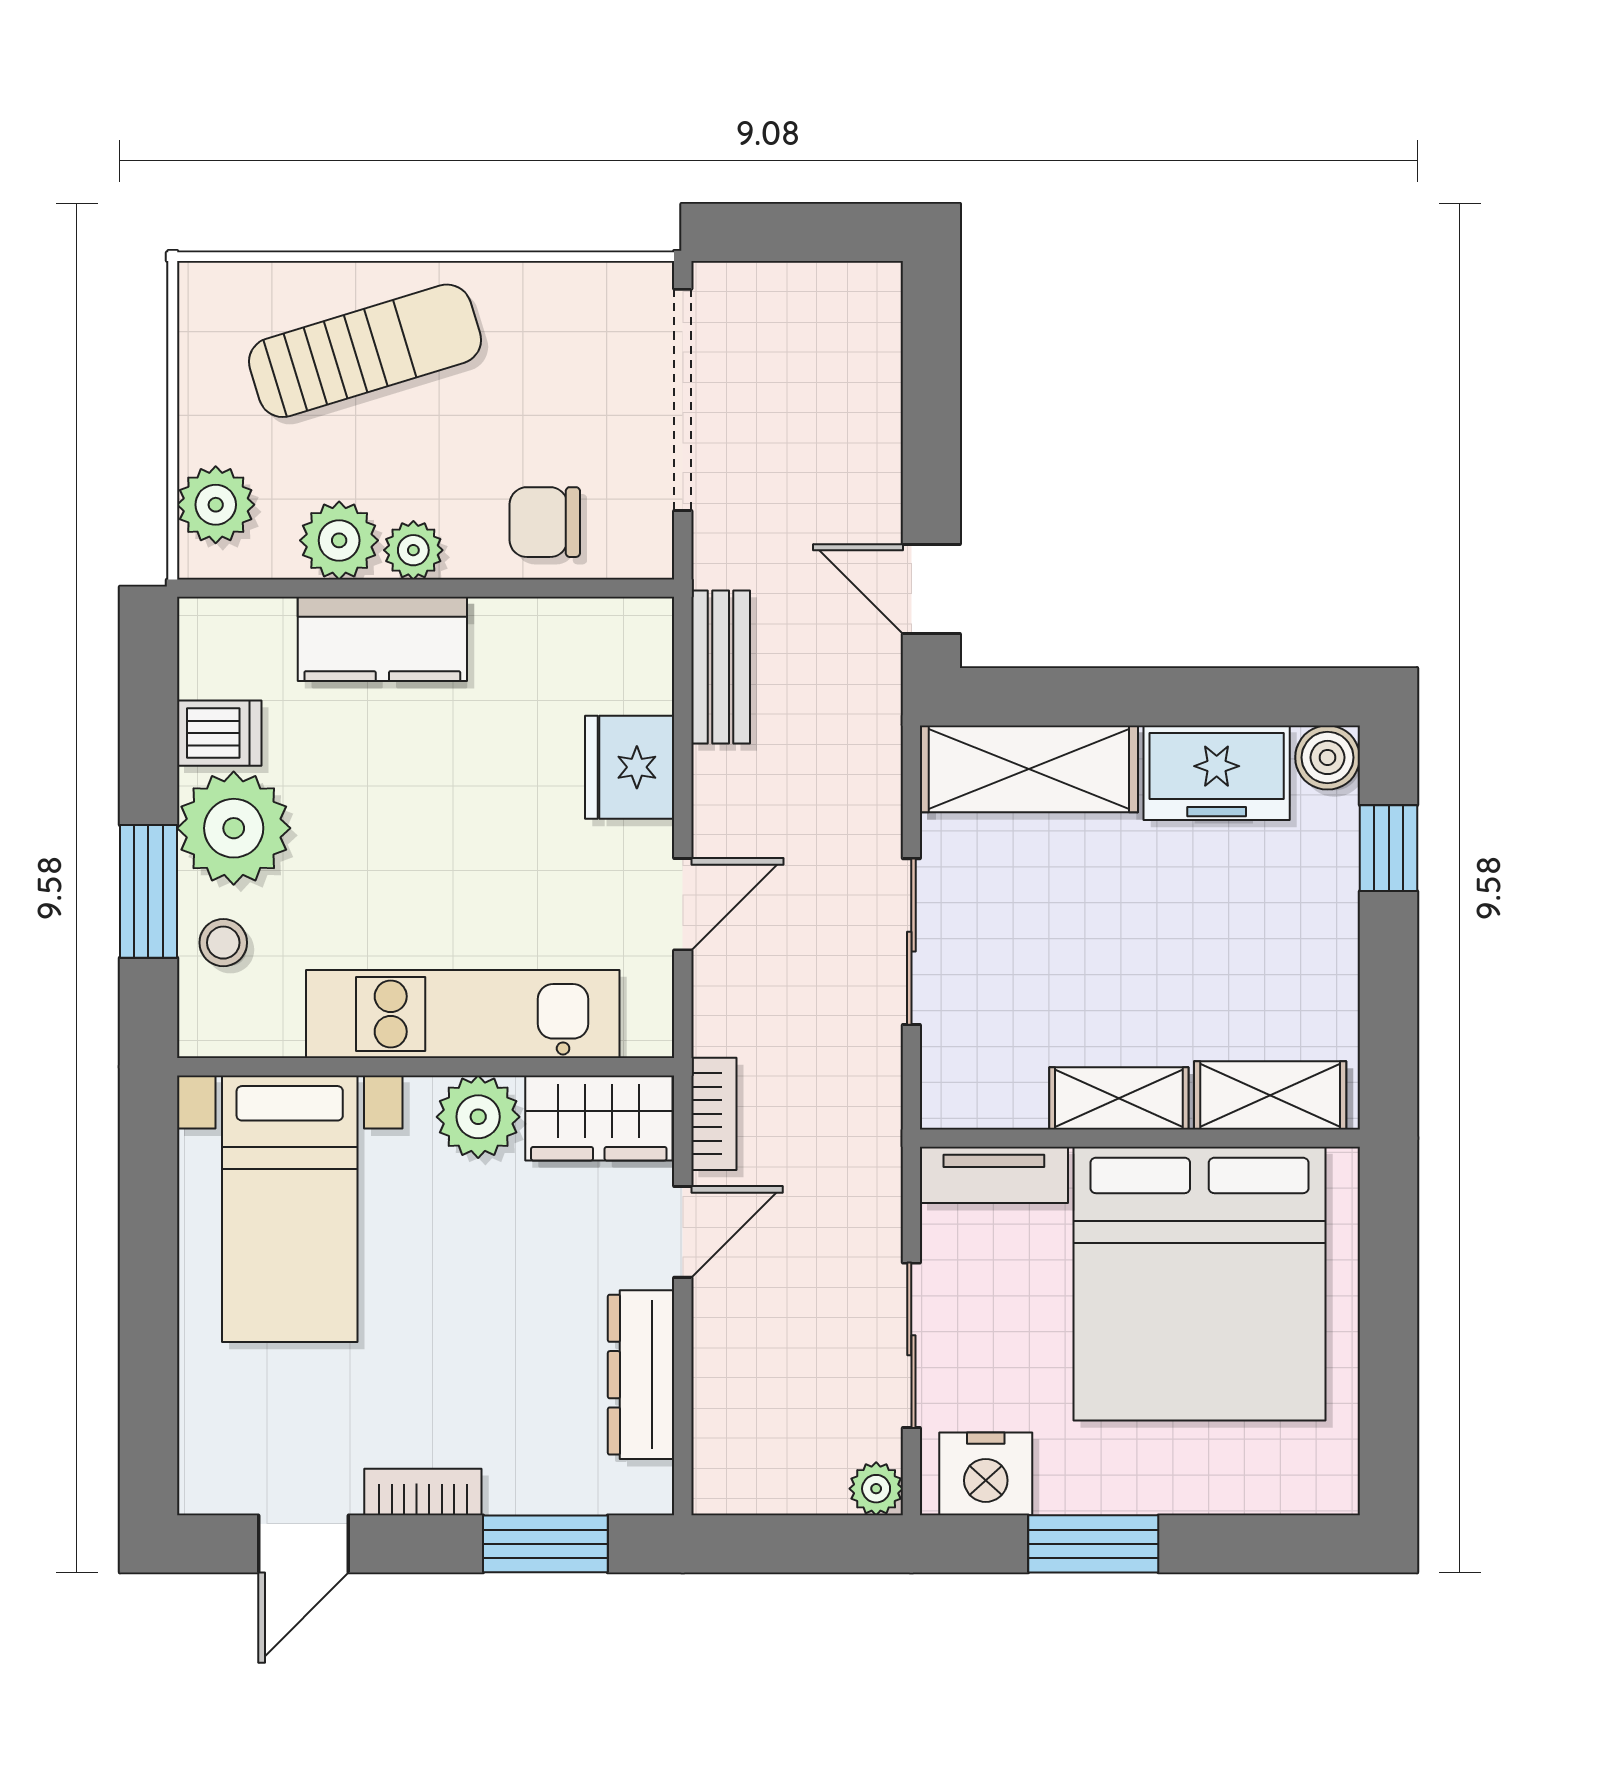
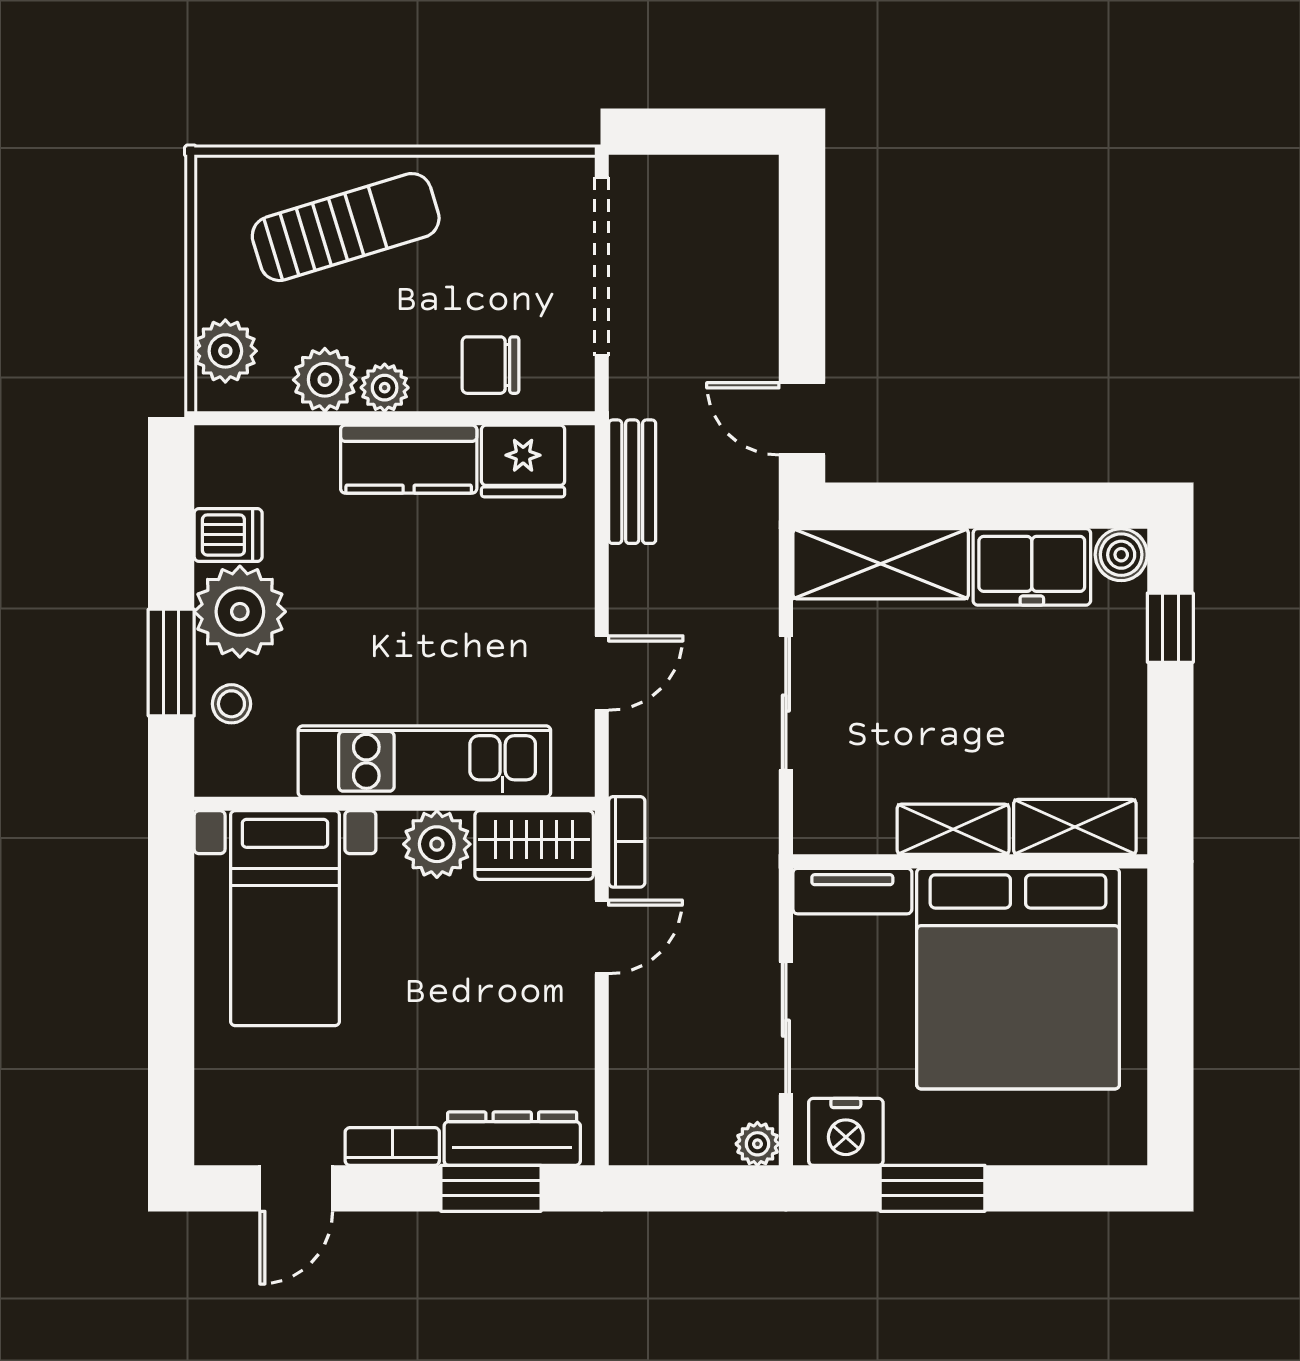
kitchen counter: (382, 639) -> (409, 459), moved
fridge: (630, 767) -> (523, 461), moved, turned -90
dresser: (641, 1375) -> (512, 1139), moved, turned 90

